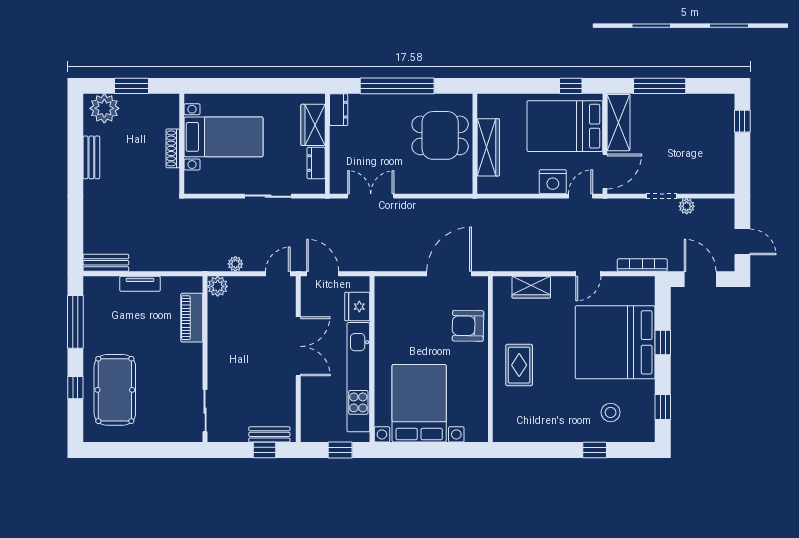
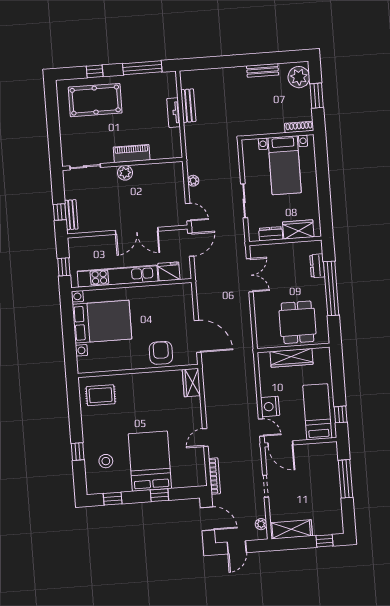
dresser: (339, 110) -> (317, 266), moved, turned 90
shelving: (619, 123) -> (291, 529), moved
bed: (565, 126) -> (317, 412), width x0.67
shoe rack: (173, 148) -> (299, 127), moved
plant: (687, 206) -> (261, 524), moved
bench: (106, 263) -> (188, 106), moved
door: (588, 274) -> (205, 437), hinge flipped
door: (700, 279) -> (207, 519), hinge flipped
plant: (218, 286) -> (125, 173), moved
wardrobe: (531, 287) -> (191, 383), moved
piano: (192, 318) -> (132, 154), moved
bed: (615, 342) -> (150, 461), width x0.73
rug: (519, 365) -> (101, 395), moved

